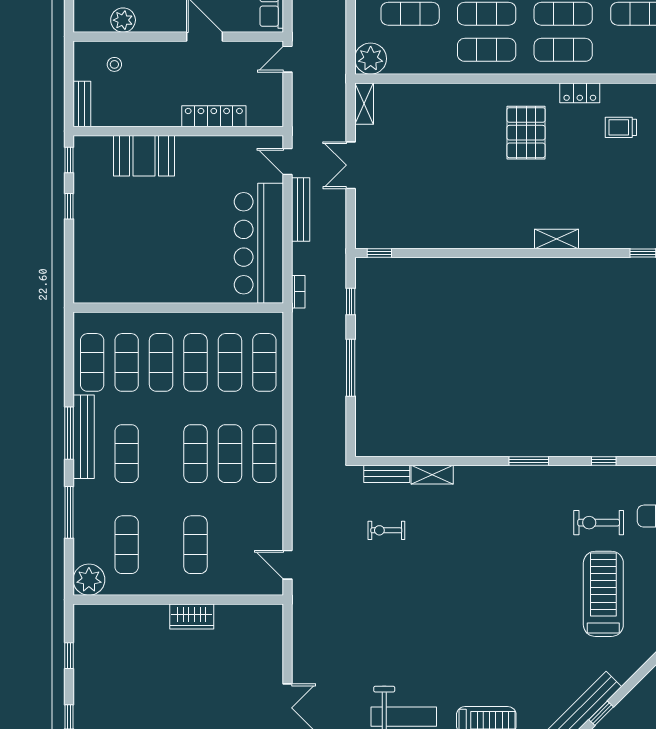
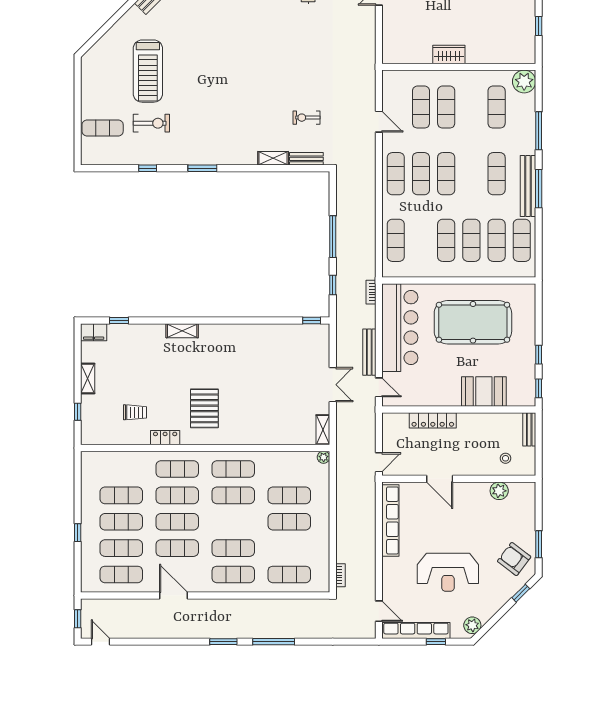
plant: (371, 59) -> (324, 457), width x0.53, depth x0.53
pool table: (159, 250) -> (473, 322), added
exercise mat: (230, 362) -> (421, 107), moved
exercise bike: (386, 530) -> (307, 118), turned 180
door: (288, 565) -> (379, 122), moved

